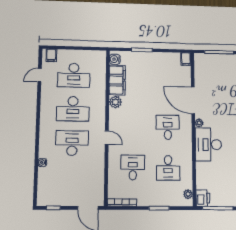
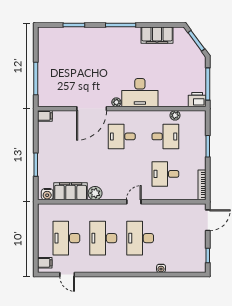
desk: (74, 75) -> (66, 238), turned 180
desk: (73, 109) -> (103, 238), turned 180
plant: (188, 194) -> (175, 115), moved

